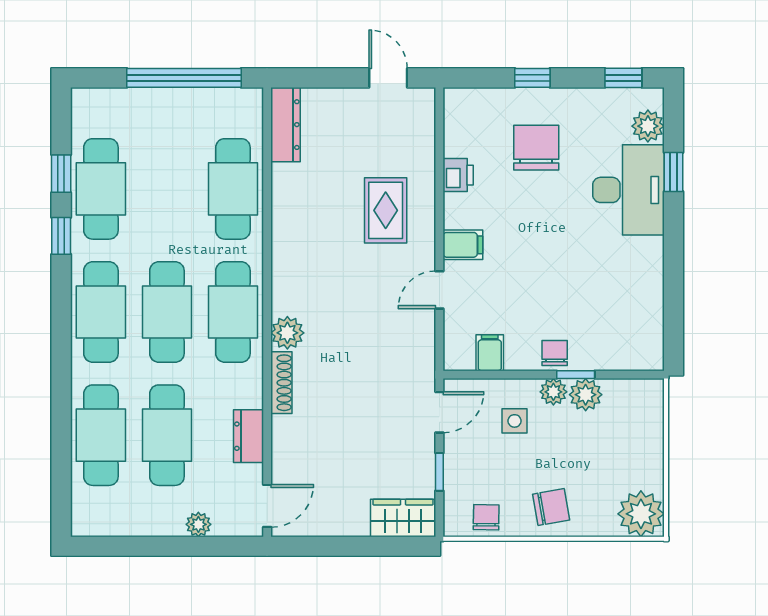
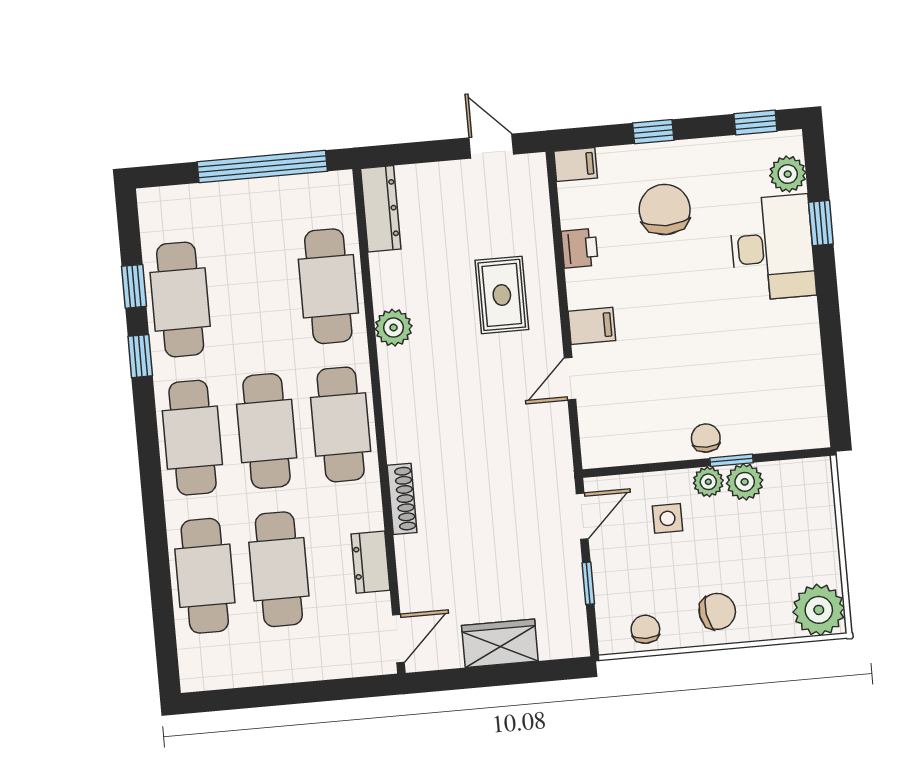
plant: (287, 333) -> (394, 328), moved
filing cabinet: (490, 353) -> (576, 165), moved, turned 90
wardrobe: (403, 518) -> (500, 643), moved
plant: (198, 524) -> (323, 666), removed

